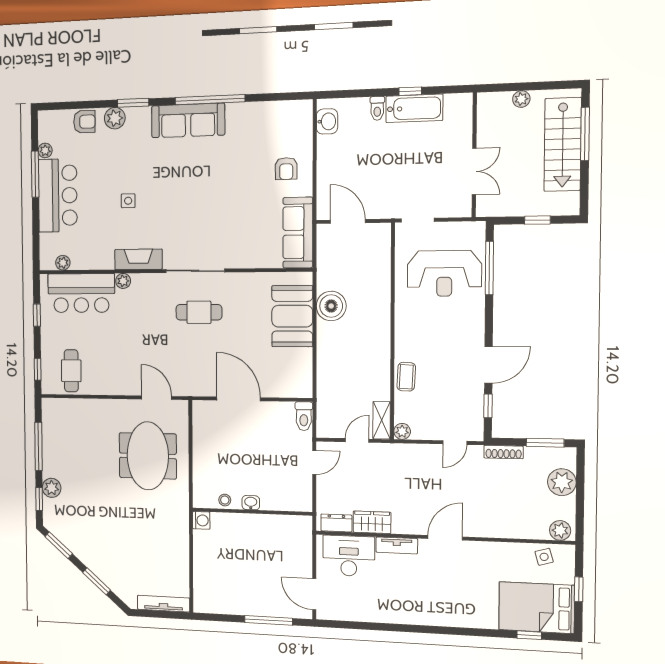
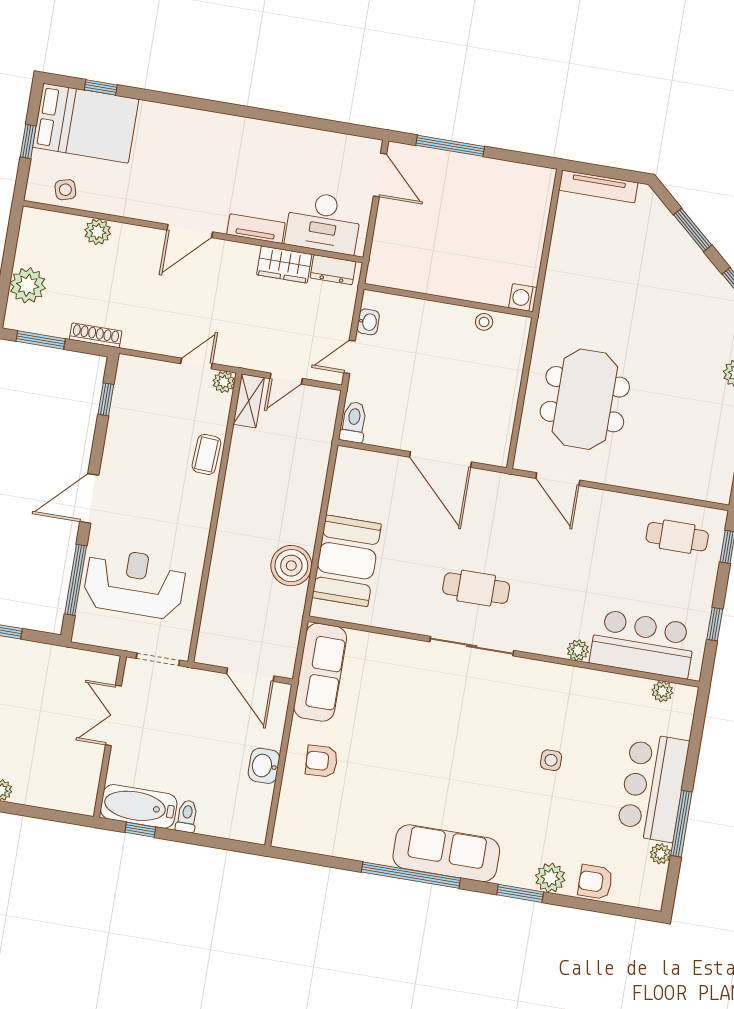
washbasin: (327, 121) -> (264, 766), moved
wall: (474, 155) -> (110, 737), moved
armchair: (286, 169) -> (322, 761), turned -93
double door: (474, 171) -> (113, 715), moved
fireplace: (138, 259) -> (550, 676), removed
door: (488, 365) -> (89, 498), moved
cafe table: (71, 371) -> (677, 537), turned 90
door: (455, 443) -> (196, 363), moved
washbasin: (251, 503) -> (368, 322), moved, turned -90
plant: (560, 530) -> (98, 232), moved

